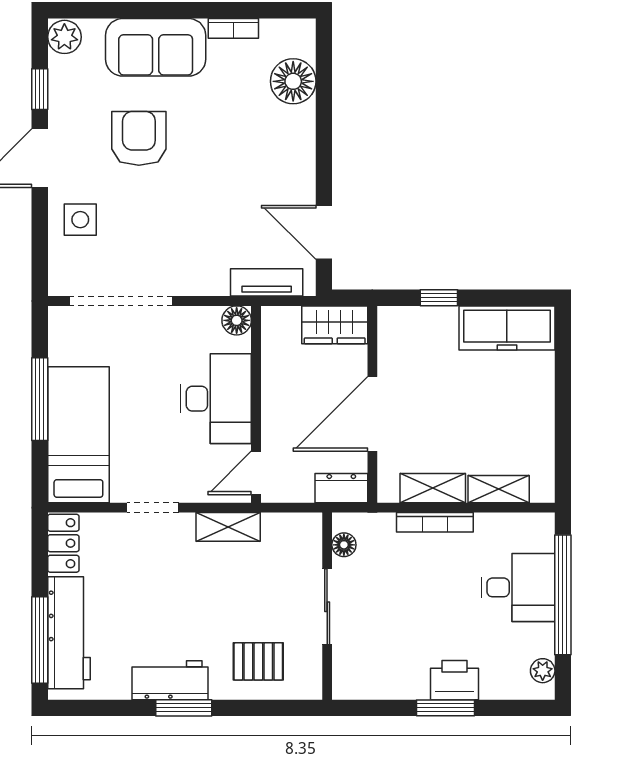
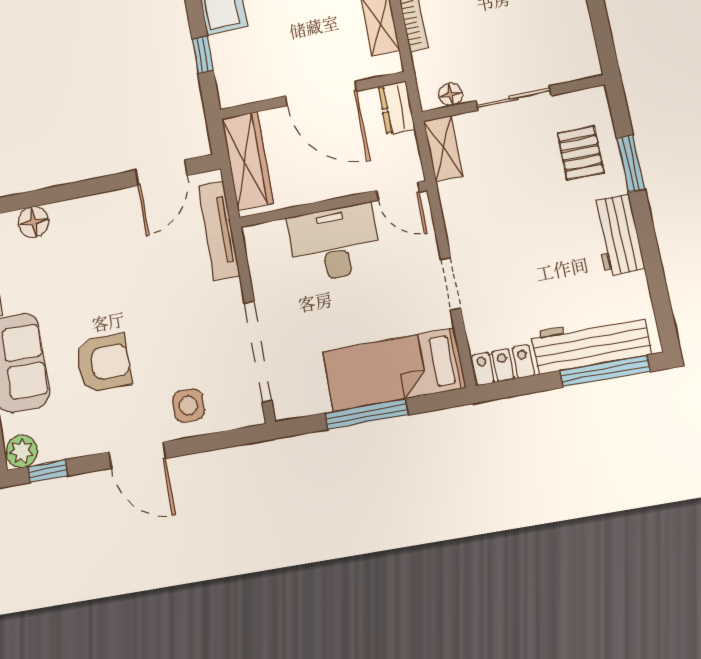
floor lamp: (293, 81) -> (34, 222), width x0.73, depth x0.73
window: (40, 89) -> (48, 471), moved
armchair: (139, 138) -> (103, 363), turned 180
tv unit: (267, 282) -> (219, 231), width x1.41
floor lamp: (237, 320) -> (257, 238), removed
wardrobe: (335, 325) -> (247, 161), width x1.50
shelving: (228, 527) -> (443, 149), moved
window: (184, 708) -> (631, 163), moved

